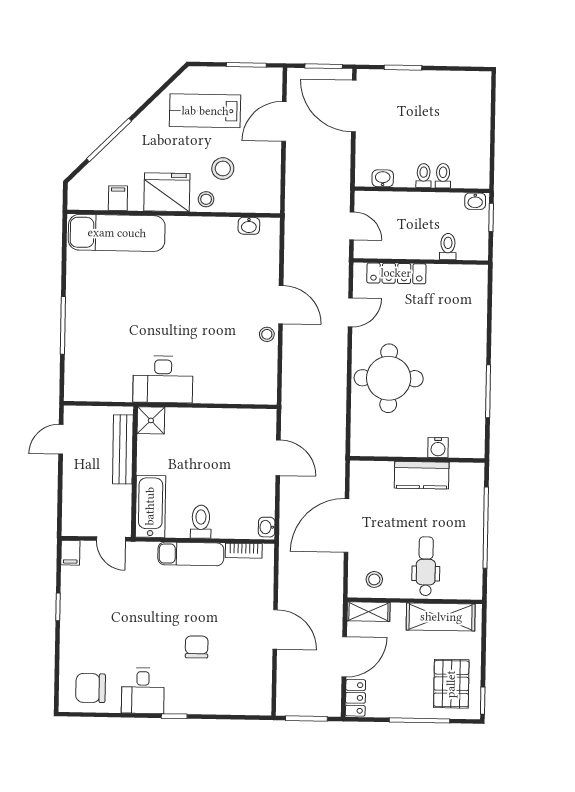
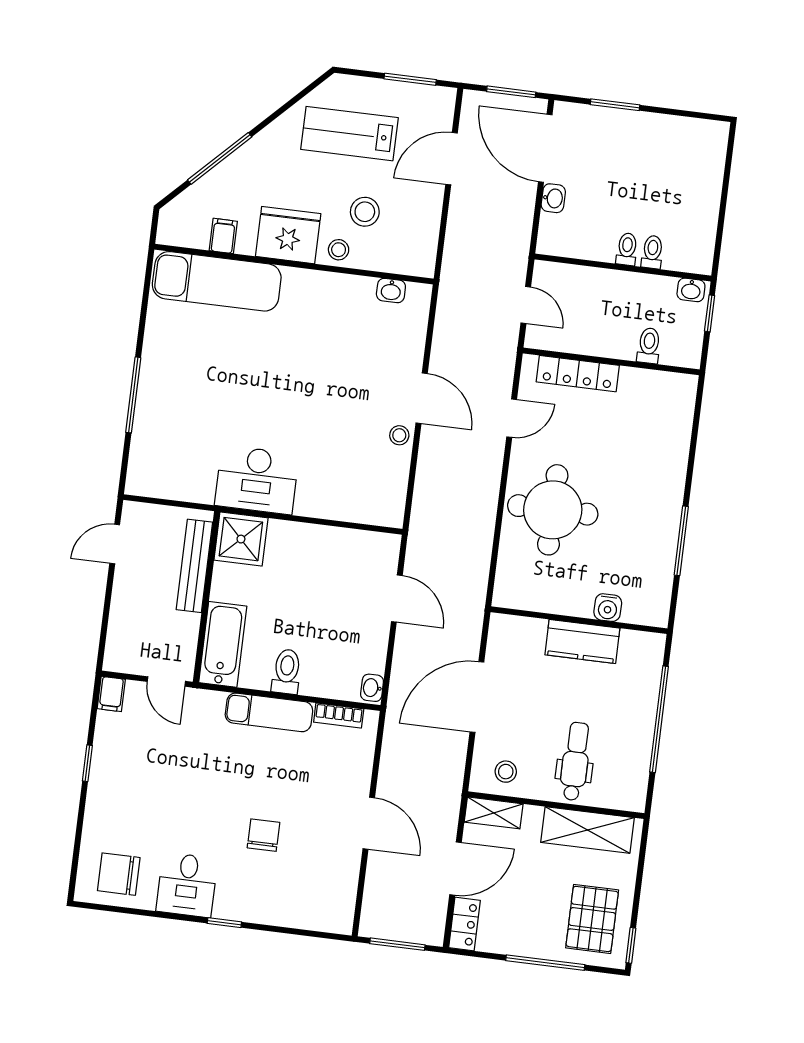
washbasin: (383, 178) -> (553, 198), moved, turned 90
shower: (151, 420) -> (241, 539), width x1.36, depth x1.36

